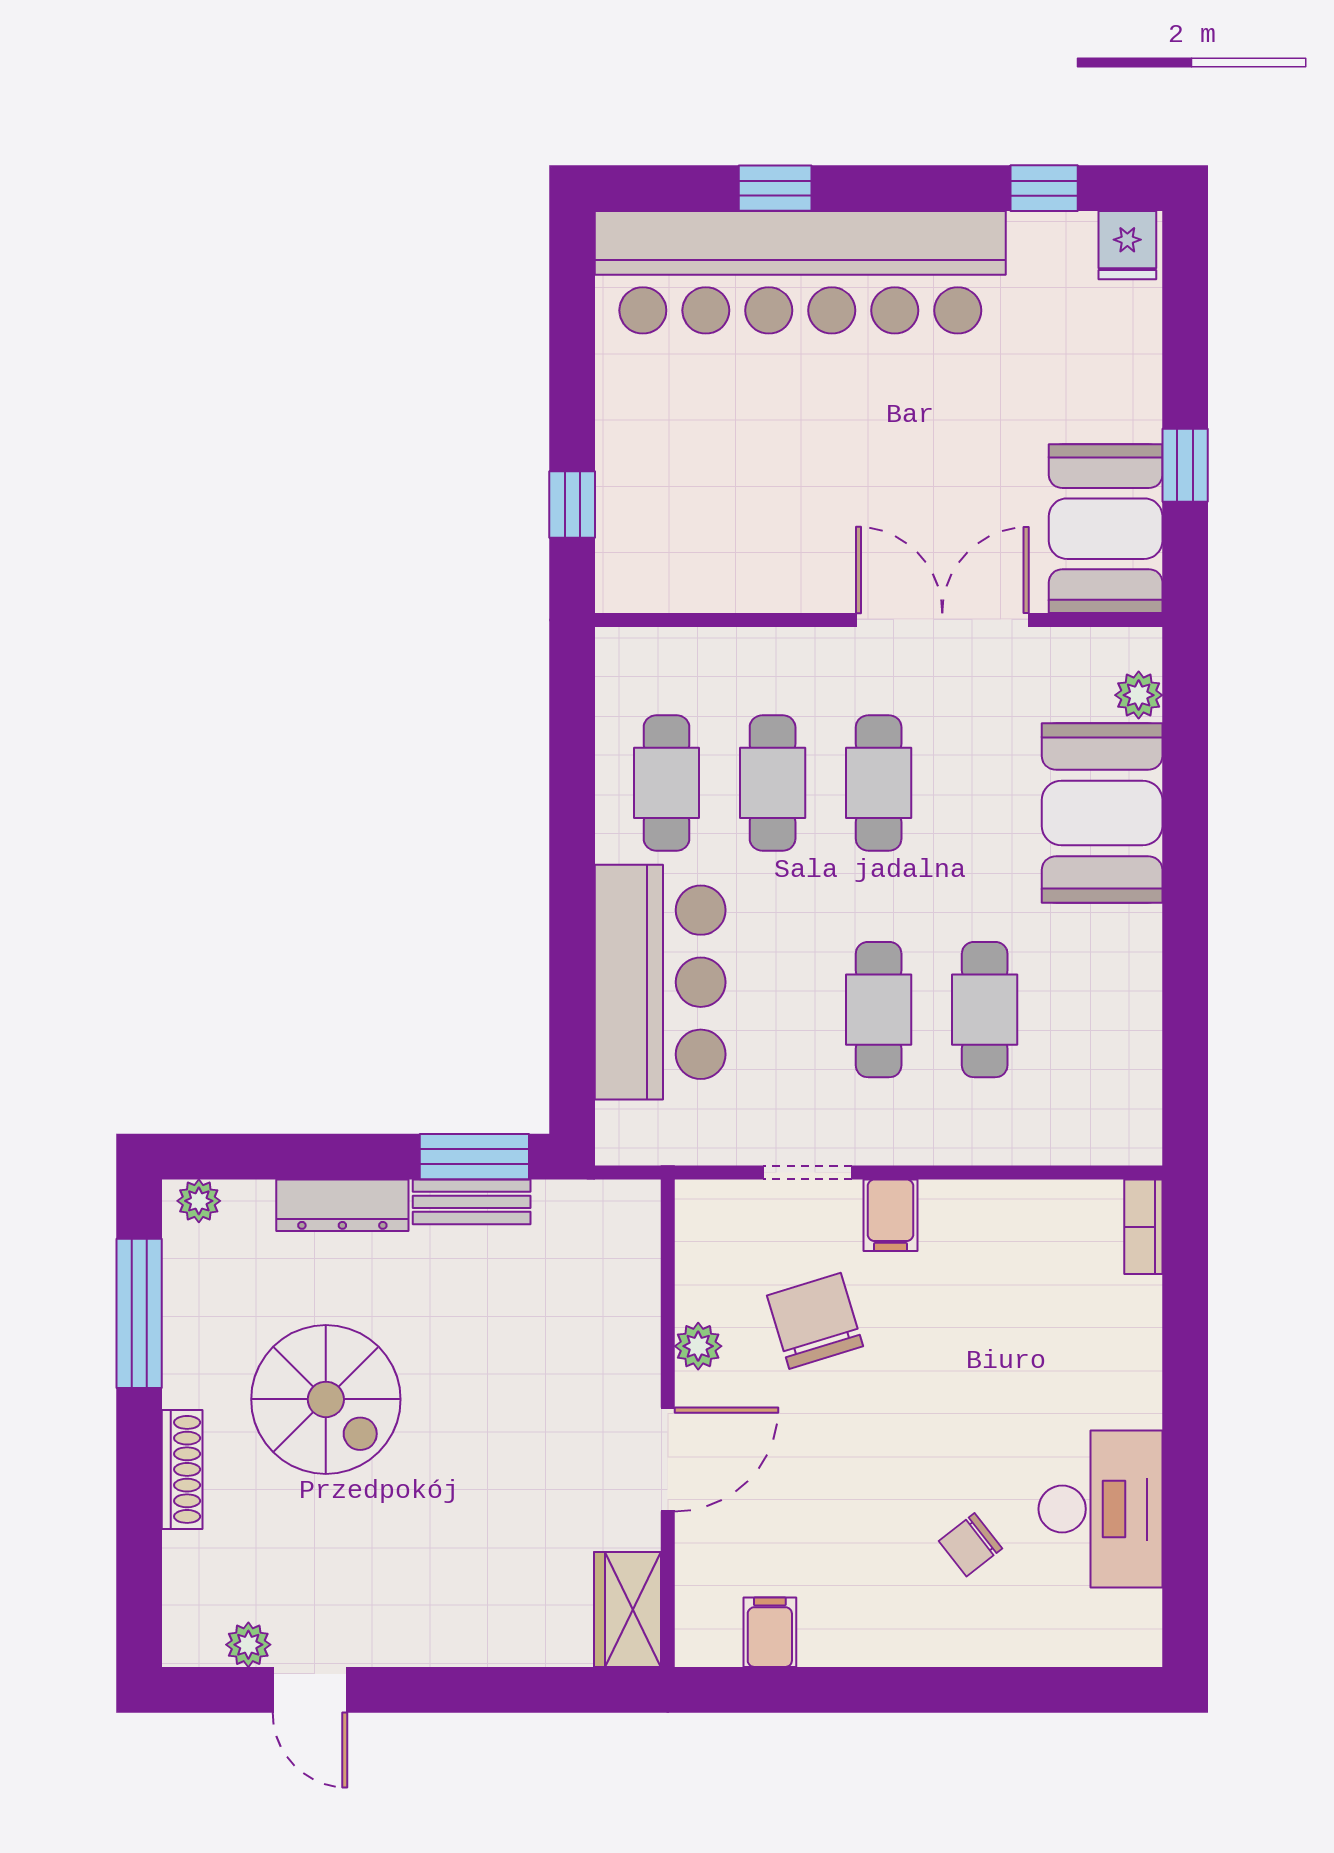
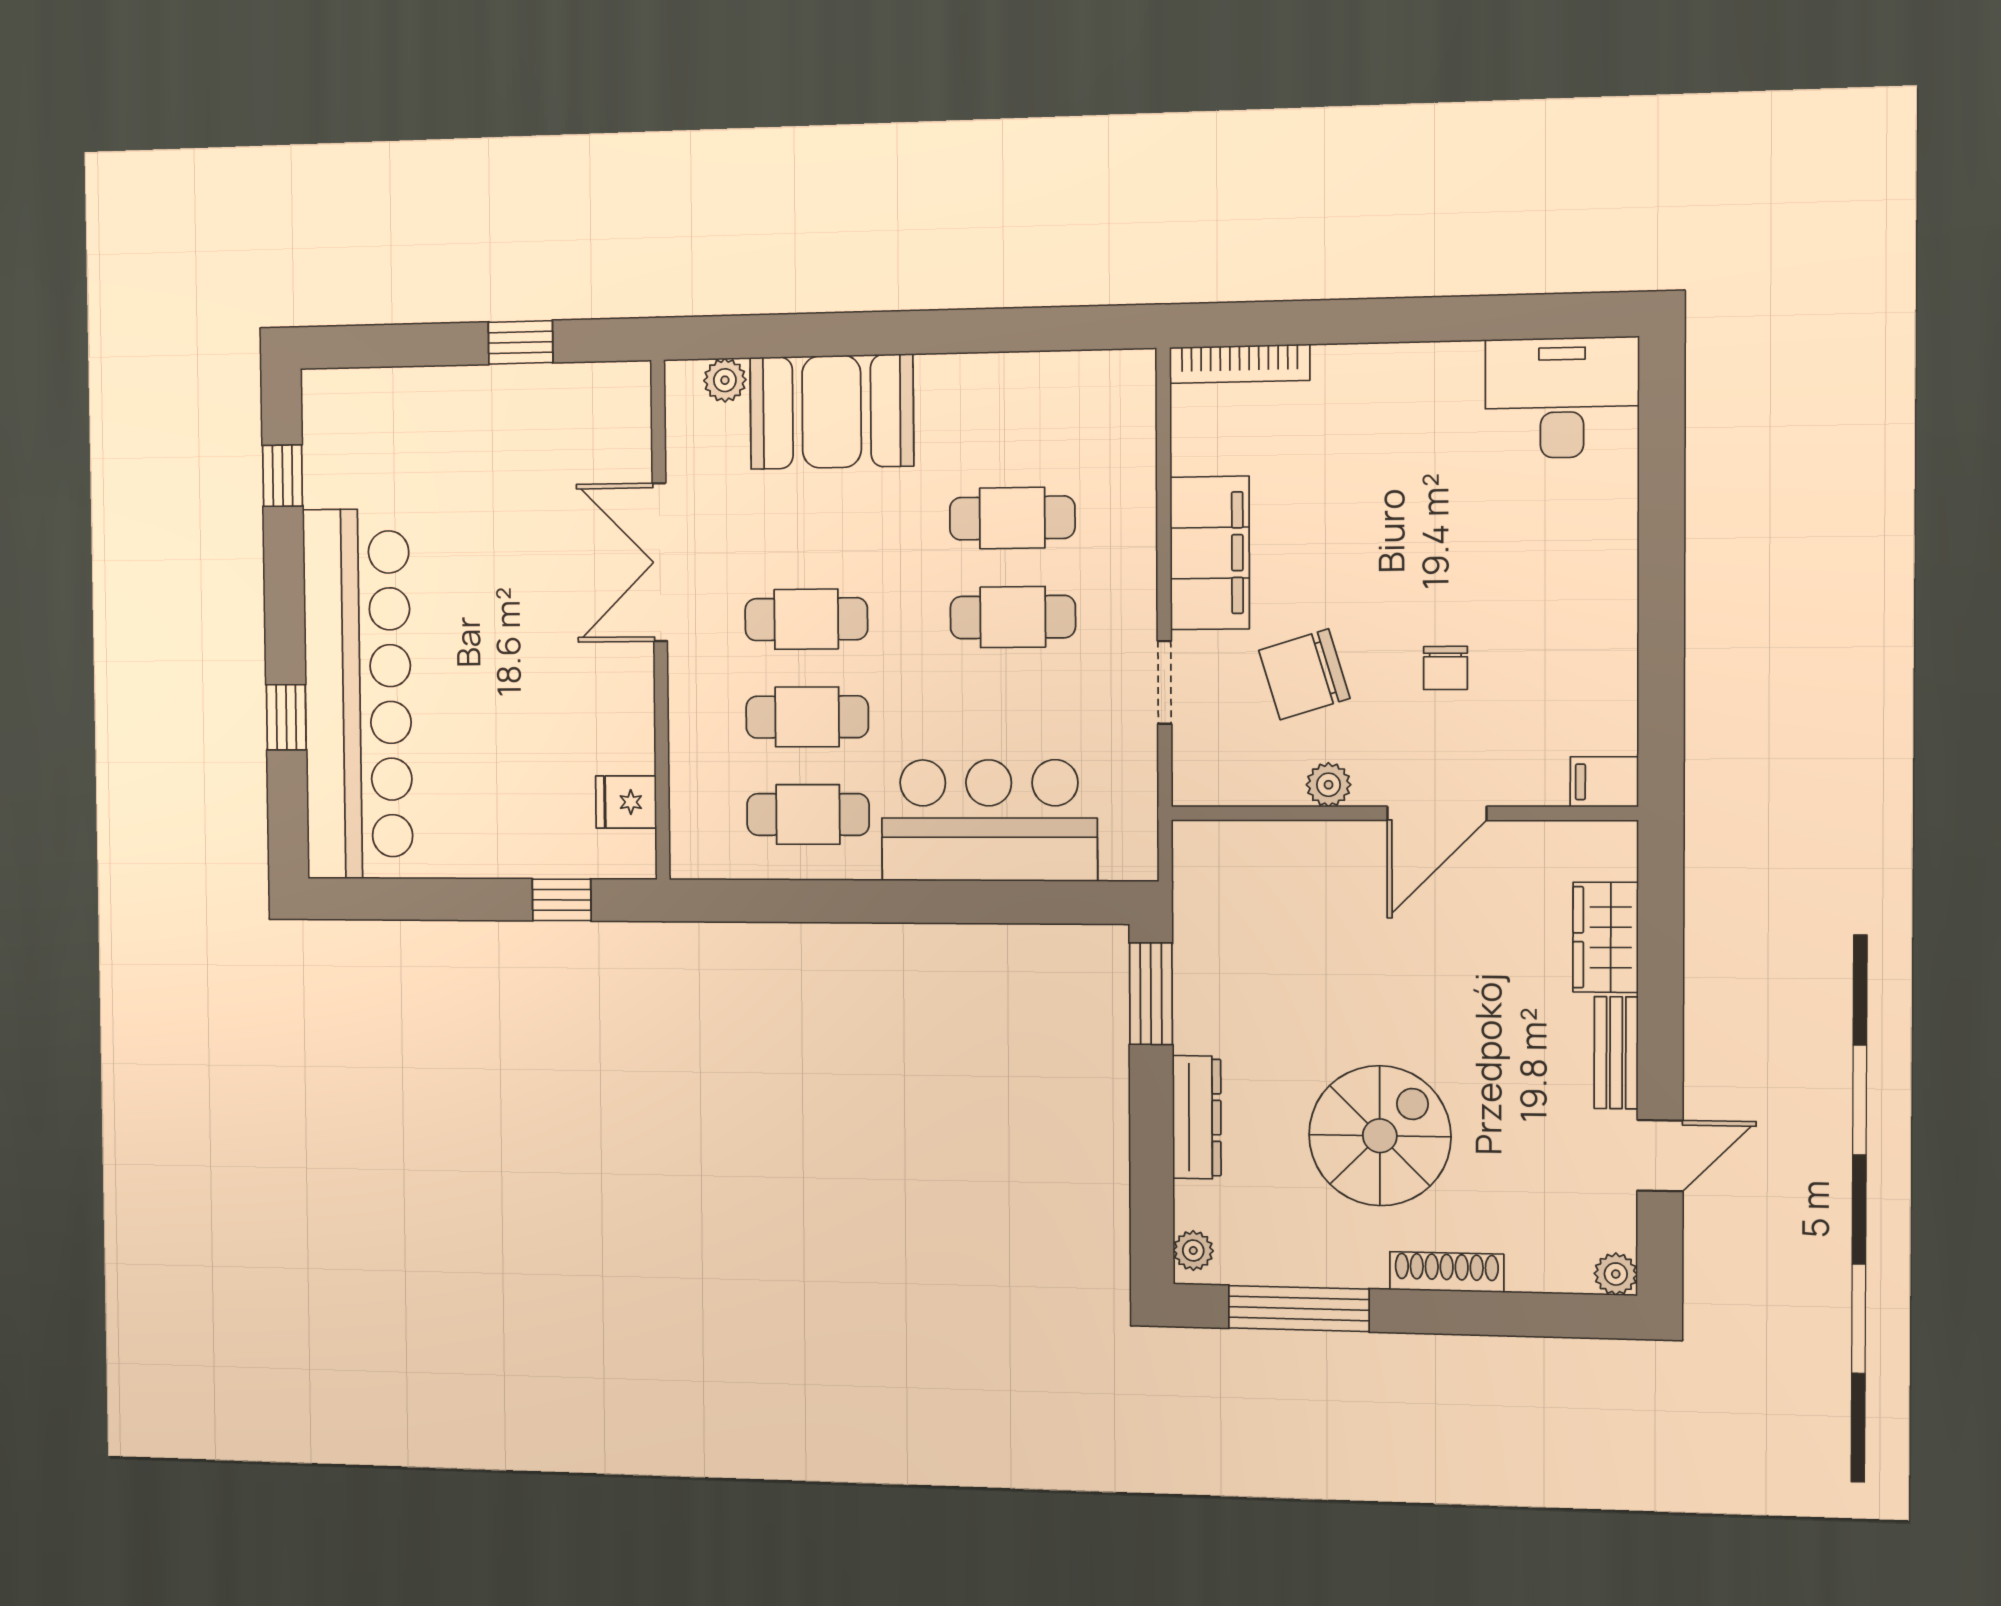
fridge: (1127, 245) -> (626, 802), moved, turned 180
booth: (1106, 529) -> (577, 414), removed
bench: (472, 1202) -> (1616, 1053), moved
filing cabinet: (891, 1215) -> (1210, 553), width x3.00, depth x1.17
bookcase: (1143, 1227) -> (1240, 364), width x1.56
door: (668, 1459) -> (1437, 813), swing flipped
desk: (1100, 1509) -> (1562, 398), moved
chair: (970, 1545) -> (1445, 668), moved, turned 38
wardrobe: (628, 1609) -> (1606, 937), moved, turned 90
filing cabinet: (770, 1632) -> (1604, 782), moved
plant: (248, 1645) -> (1616, 1274), moved

